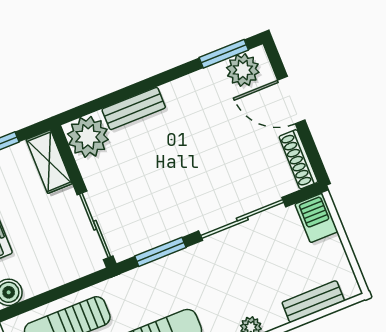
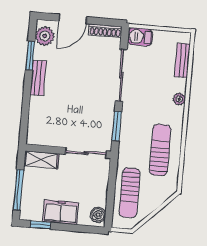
window: (224, 54) -> (30, 56), moved
bench: (134, 108) -> (38, 78), moved
plant: (88, 137) -> (39, 133), removed

